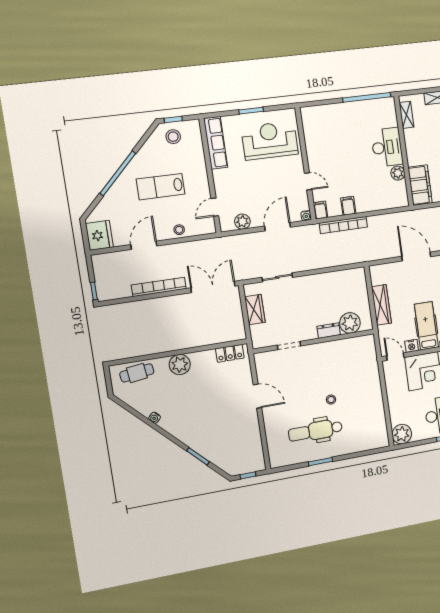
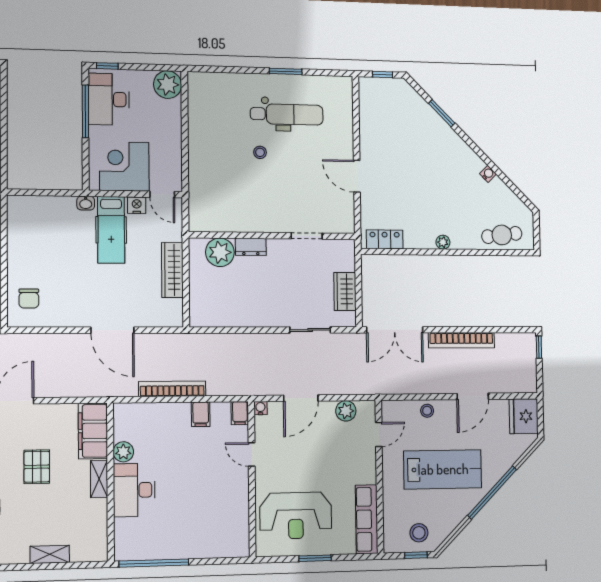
shelving: (406, 115) -> (99, 479), moved
lab bench: (161, 187) -> (443, 469), width x1.36, depth x1.39
bookcase: (343, 225) -> (172, 389), moved
plant: (180, 365) -> (443, 242), width x0.53, depth x0.53

